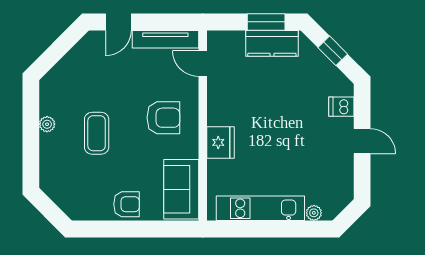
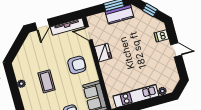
fridge: (220, 142) -> (103, 53), moved

